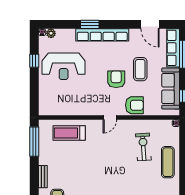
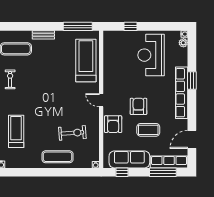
window: (34, 61) -> (131, 26), moved
armchair: (116, 79) -> (138, 106), turned -90
treadmill: (69, 133) -> (86, 60), width x1.37, depth x1.38

